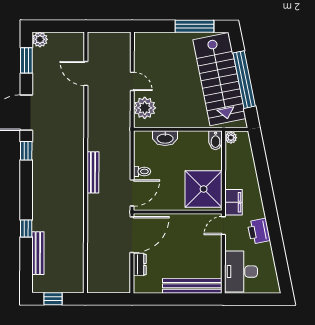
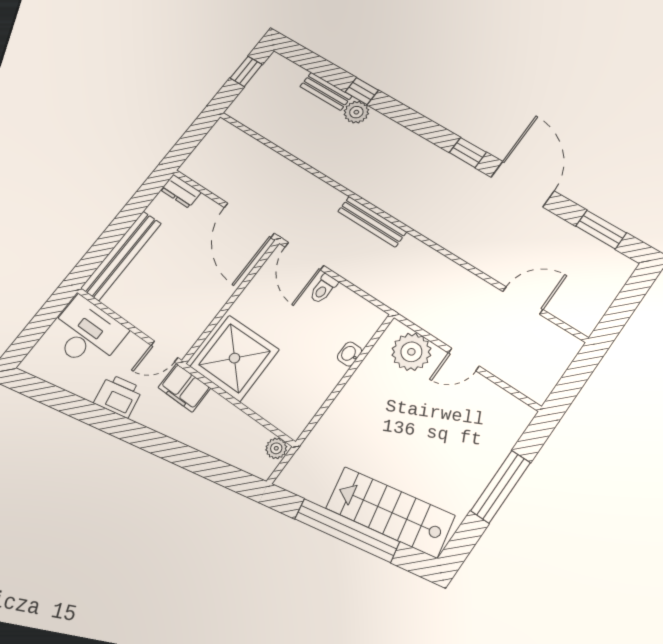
window: (194, 26) -> (501, 487), moved
plant: (40, 39) -> (356, 112), moved
stairs: (219, 79) -> (390, 512), width x0.73, depth x0.66
washbasin: (165, 138) -> (349, 354), width x0.52, depth x0.69
bidet: (216, 140) -> (289, 423), removed
door: (223, 226) -> (164, 351), swing flipped
bench: (38, 253) -> (326, 91), width x0.73
dresser: (140, 264) -> (181, 191), moved

